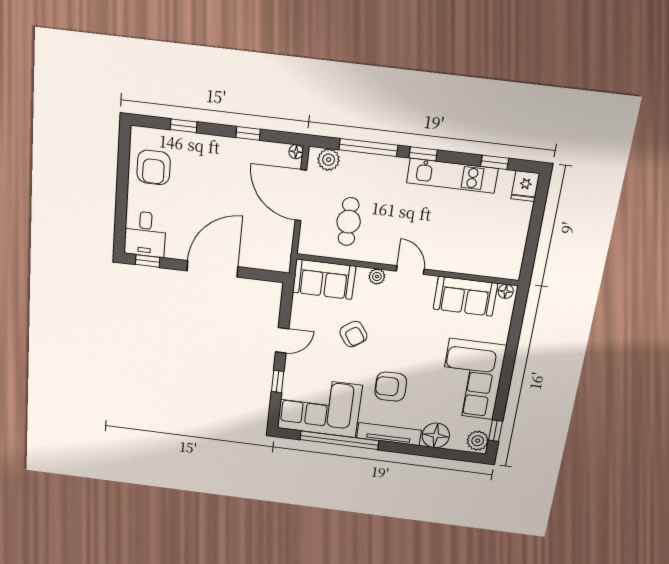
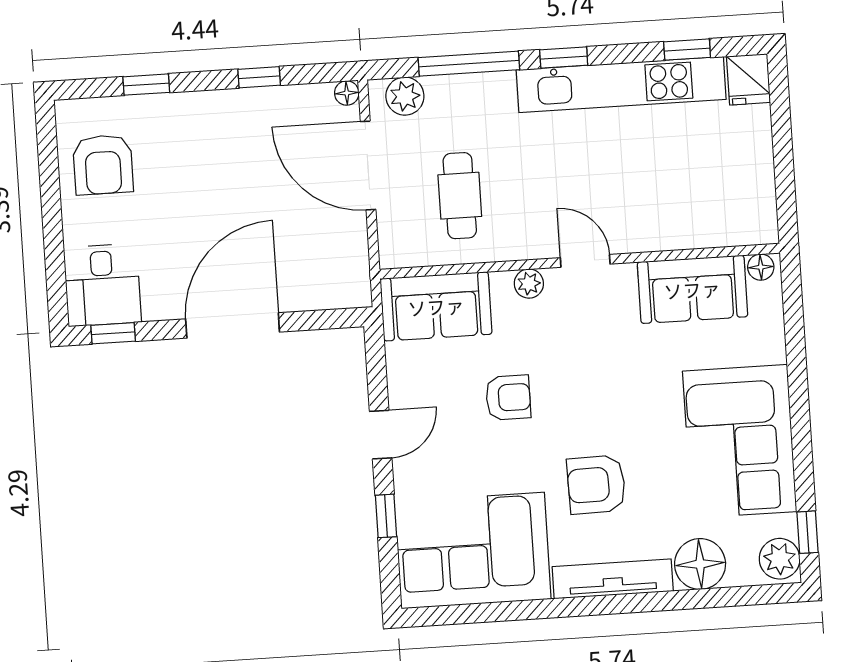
kitchen unit: (452, 176) -> (621, 85), width x1.36
armchair: (353, 334) -> (508, 398), turned -55
window: (339, 440) -> (522, 610), removed

